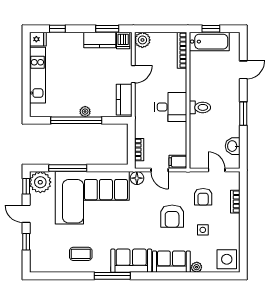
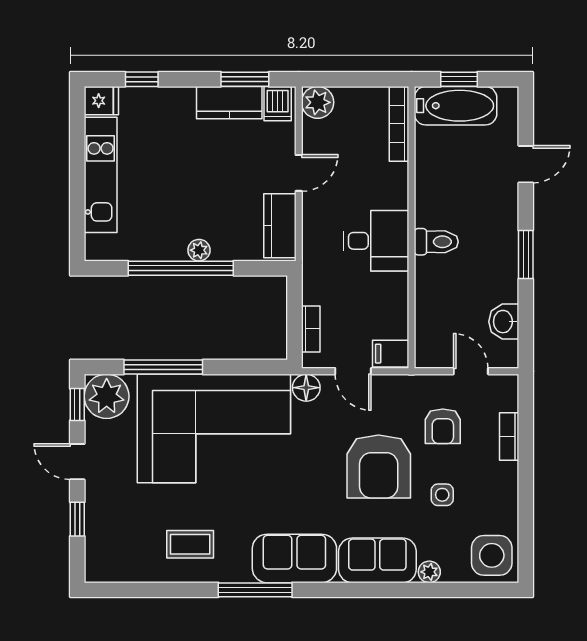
armchair: (172, 216) -> (379, 466), width x1.36, depth x1.36

